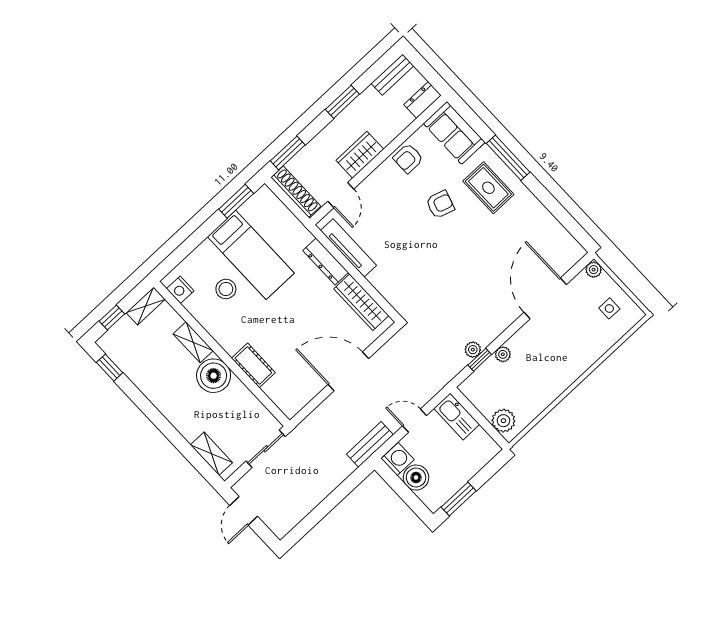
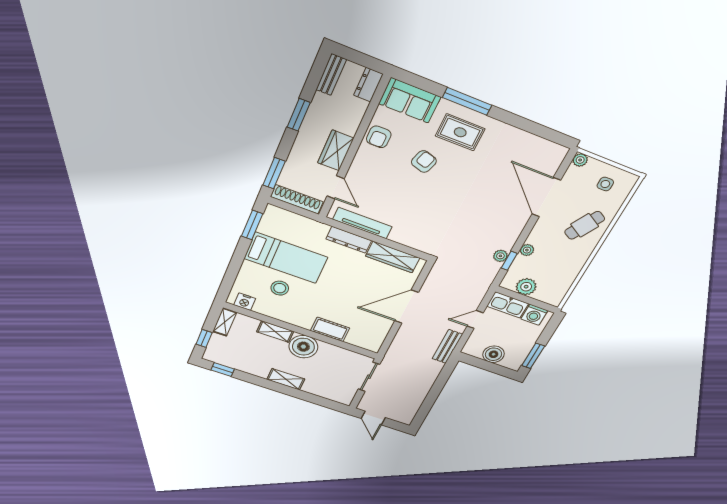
cafe table: (572, 349) -> (585, 225), added
plant: (503, 421) -> (526, 287), moved
shelving: (211, 454) -> (286, 379), moved
washing machine: (398, 459) -> (534, 315), moved, turned 180

